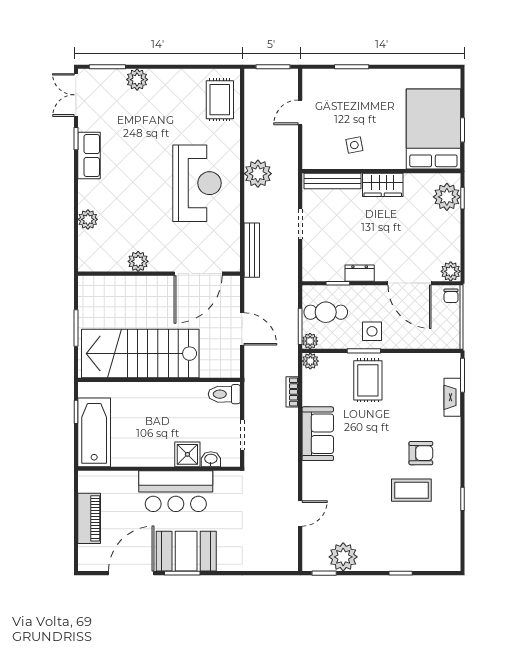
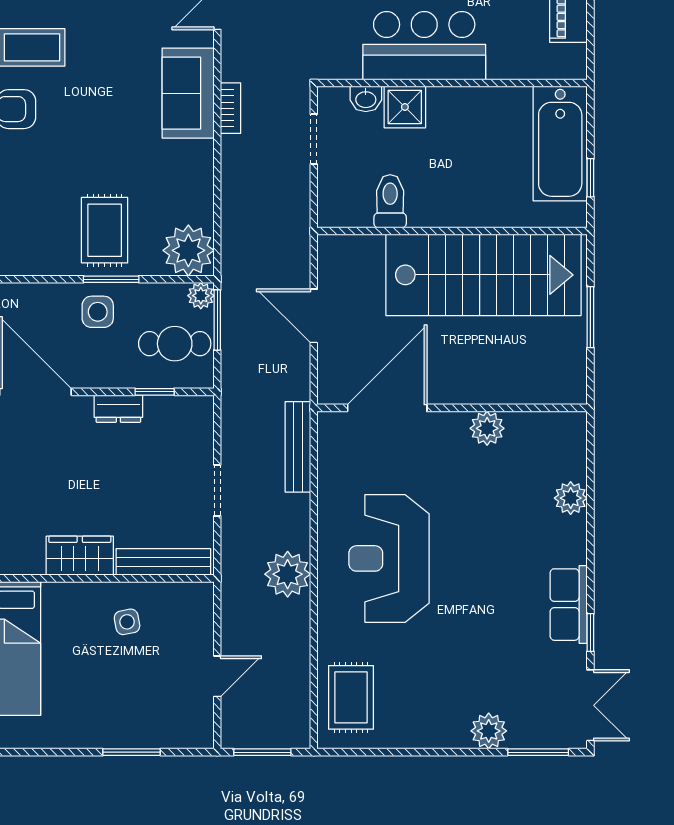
plant: (310, 361) -> (188, 250), width x1.87, depth x1.87
bookcase: (292, 392) -> (231, 108), moved
toilet: (224, 394) -> (390, 201), moved, turned -90
sofa: (318, 434) -> (188, 93), moved

